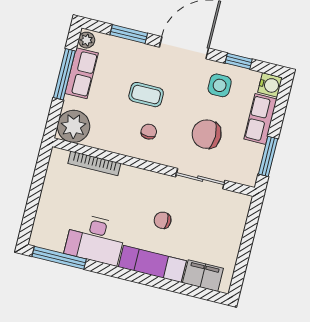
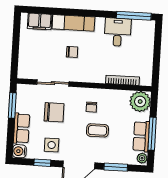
desk: (95, 239) -> (118, 32), width x0.73

